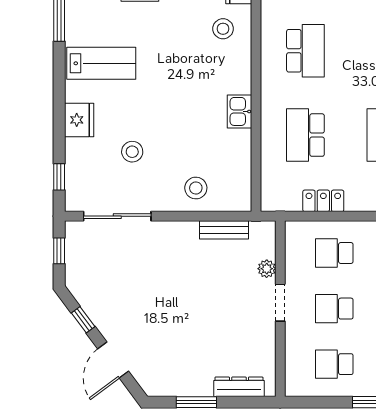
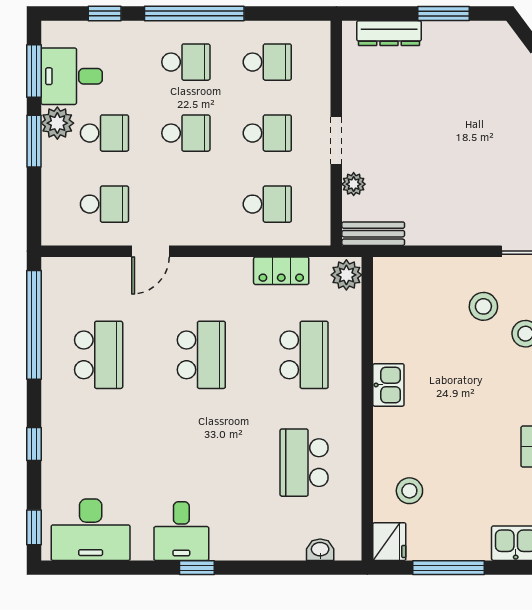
stool: (196, 188) -> (483, 306), moved
plant: (272, 198) -> (346, 275), added
bench: (224, 230) -> (373, 234), moved

